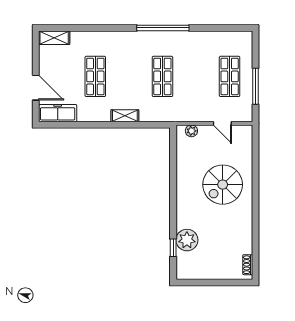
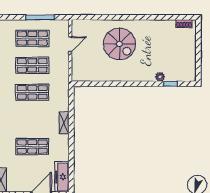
shop shelf: (196, 76) -> (32, 65), added
plant: (191, 131) -> (76, 69), removed
plant: (187, 240) -> (160, 77), width x0.53, depth x0.53

